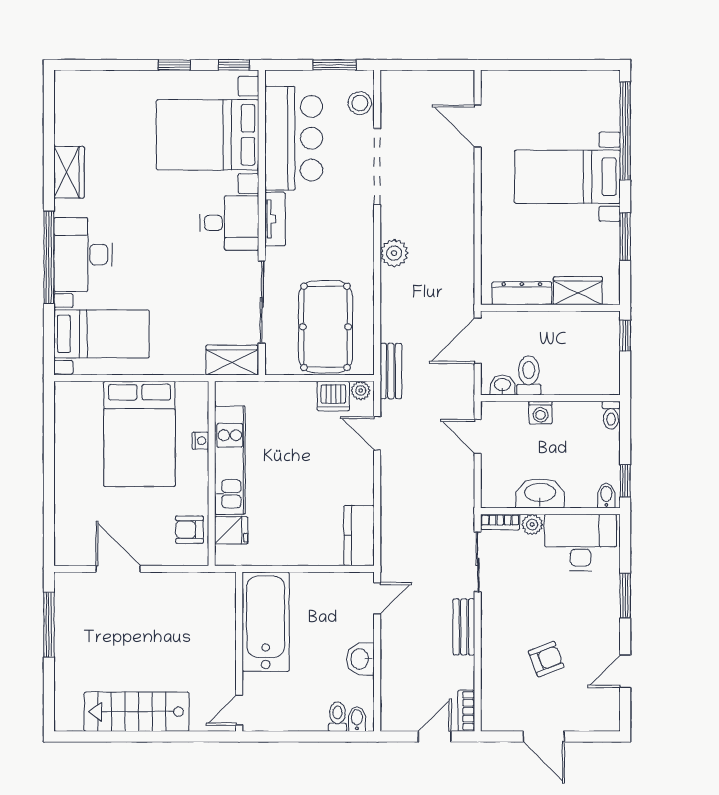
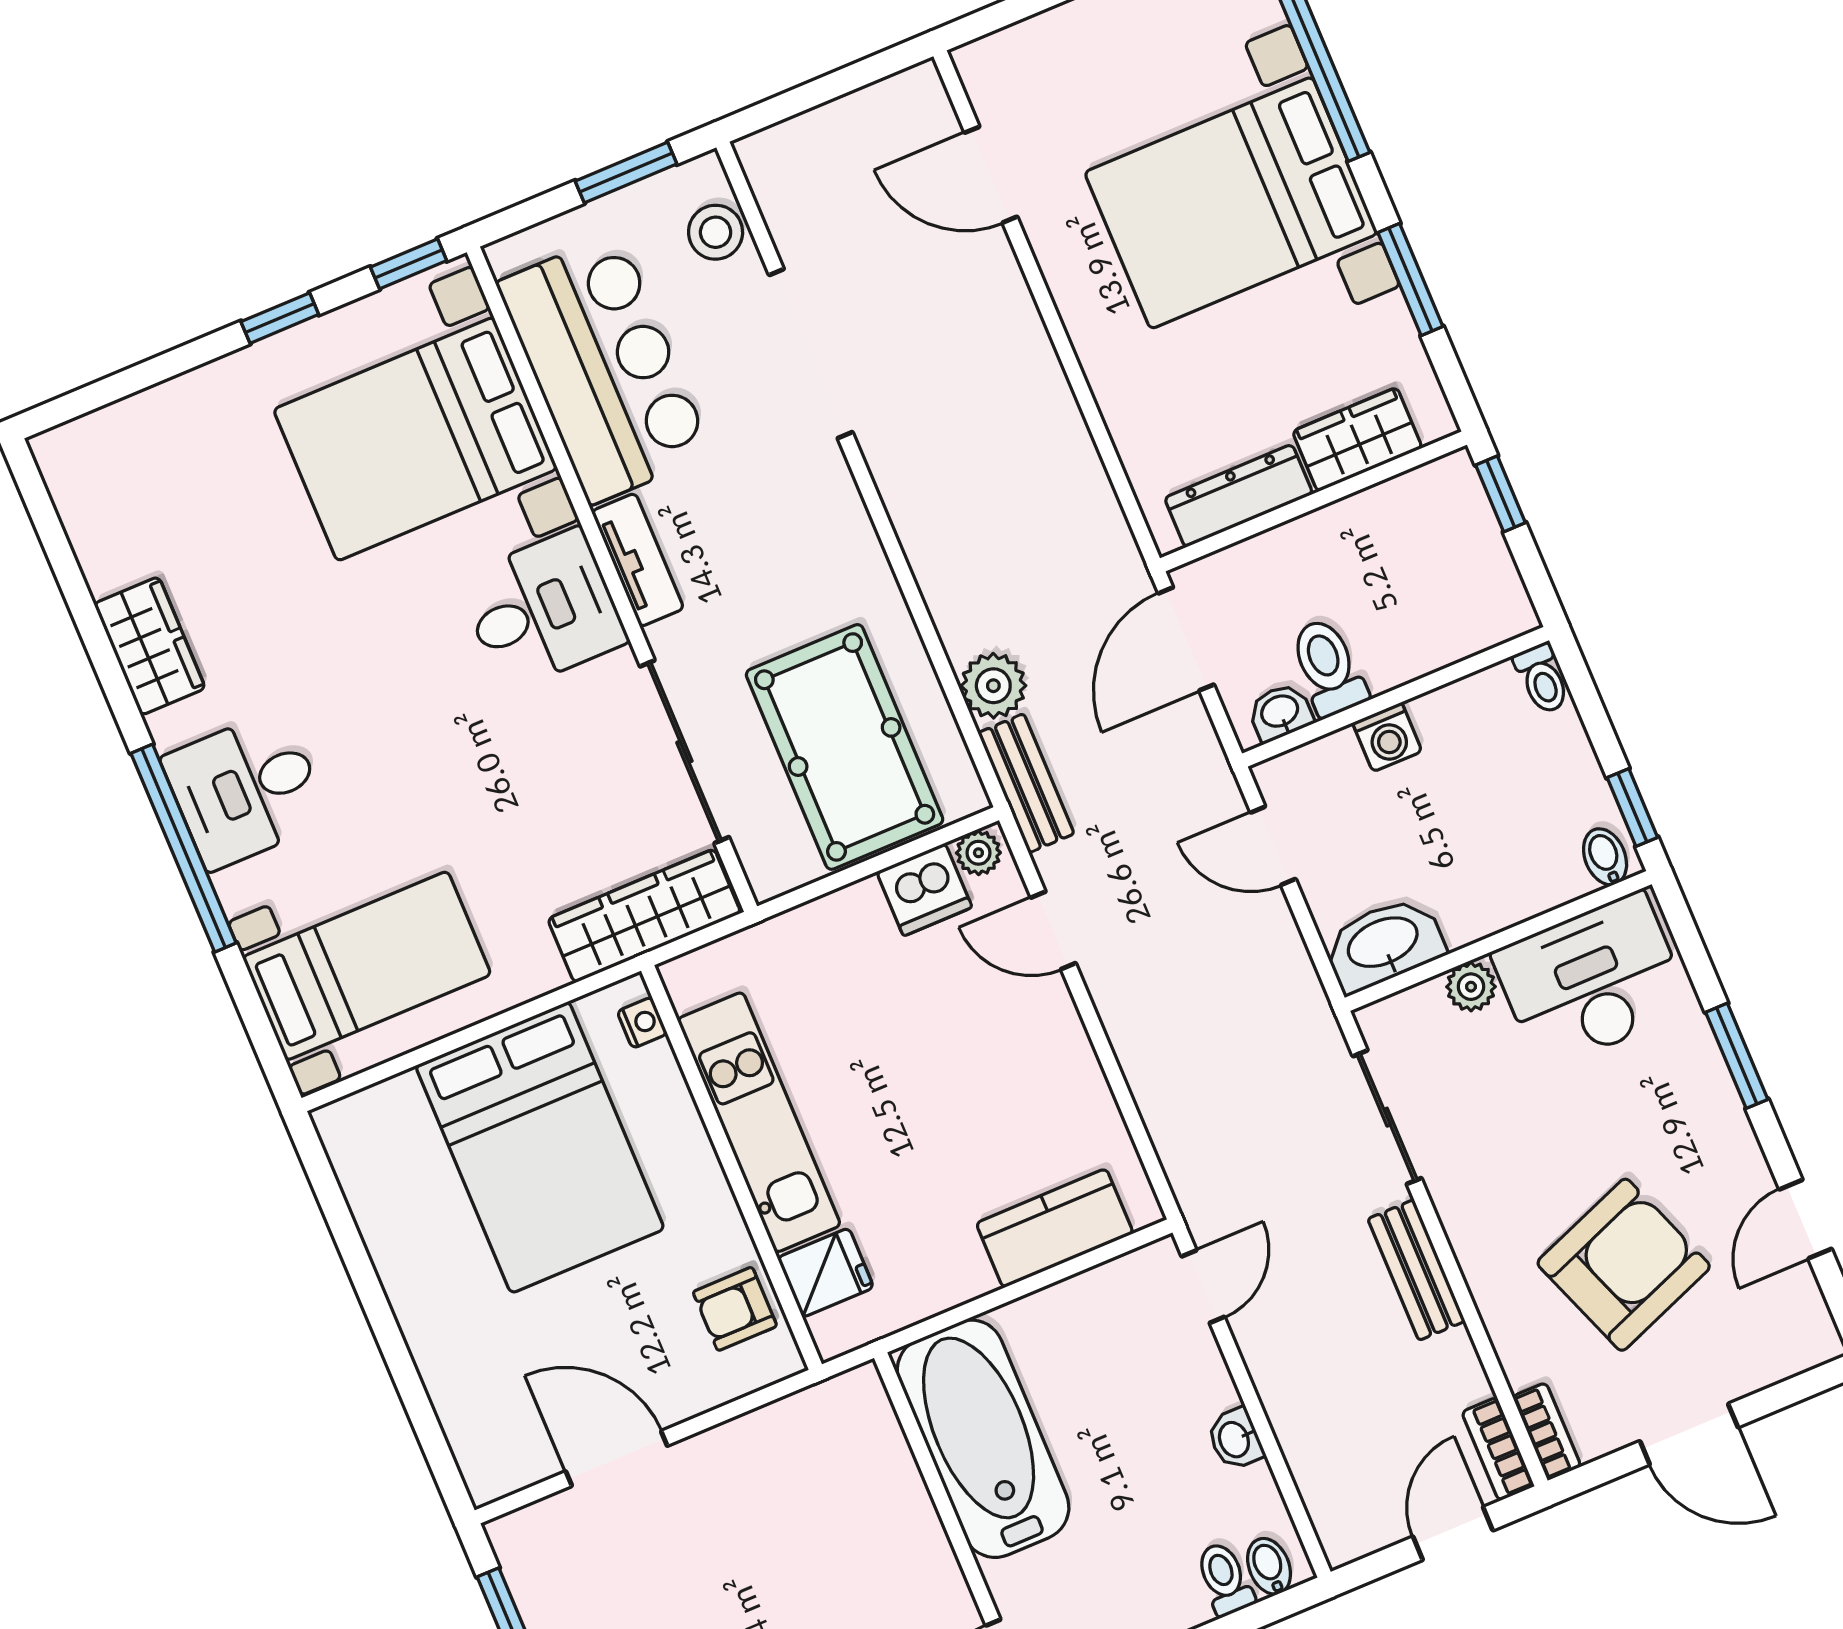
bed with nightstands: (567, 177) -> (1231, 203), width x1.36
plant: (394, 253) -> (993, 686), moved
desk: (83, 255) -> (246, 789), width x0.73
wardrobe: (232, 360) -> (644, 916), width x1.50
nightstand: (200, 441) -> (642, 1023), moved
washbasin: (540, 493) -> (1383, 944), moved
bookcase: (500, 522) -> (1547, 1431), moved, turned -90
kitchen counter: (359, 536) -> (1055, 1228), moved, turned 90
washbasin: (360, 659) -> (1235, 1439), width x0.72, depth x0.69
armchair: (546, 659) -> (1624, 1265), width x1.88, depth x1.88

